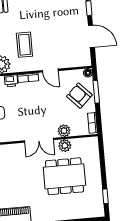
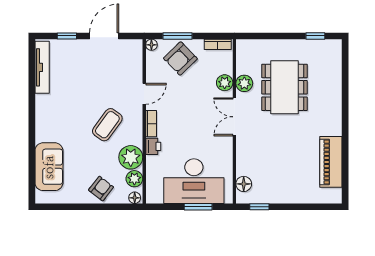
coffee table: (24, 45) -> (107, 125), turned -54
double door: (39, 140) -> (234, 117), swing flipped

